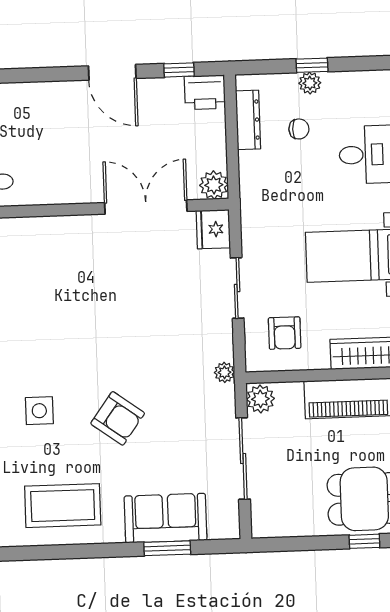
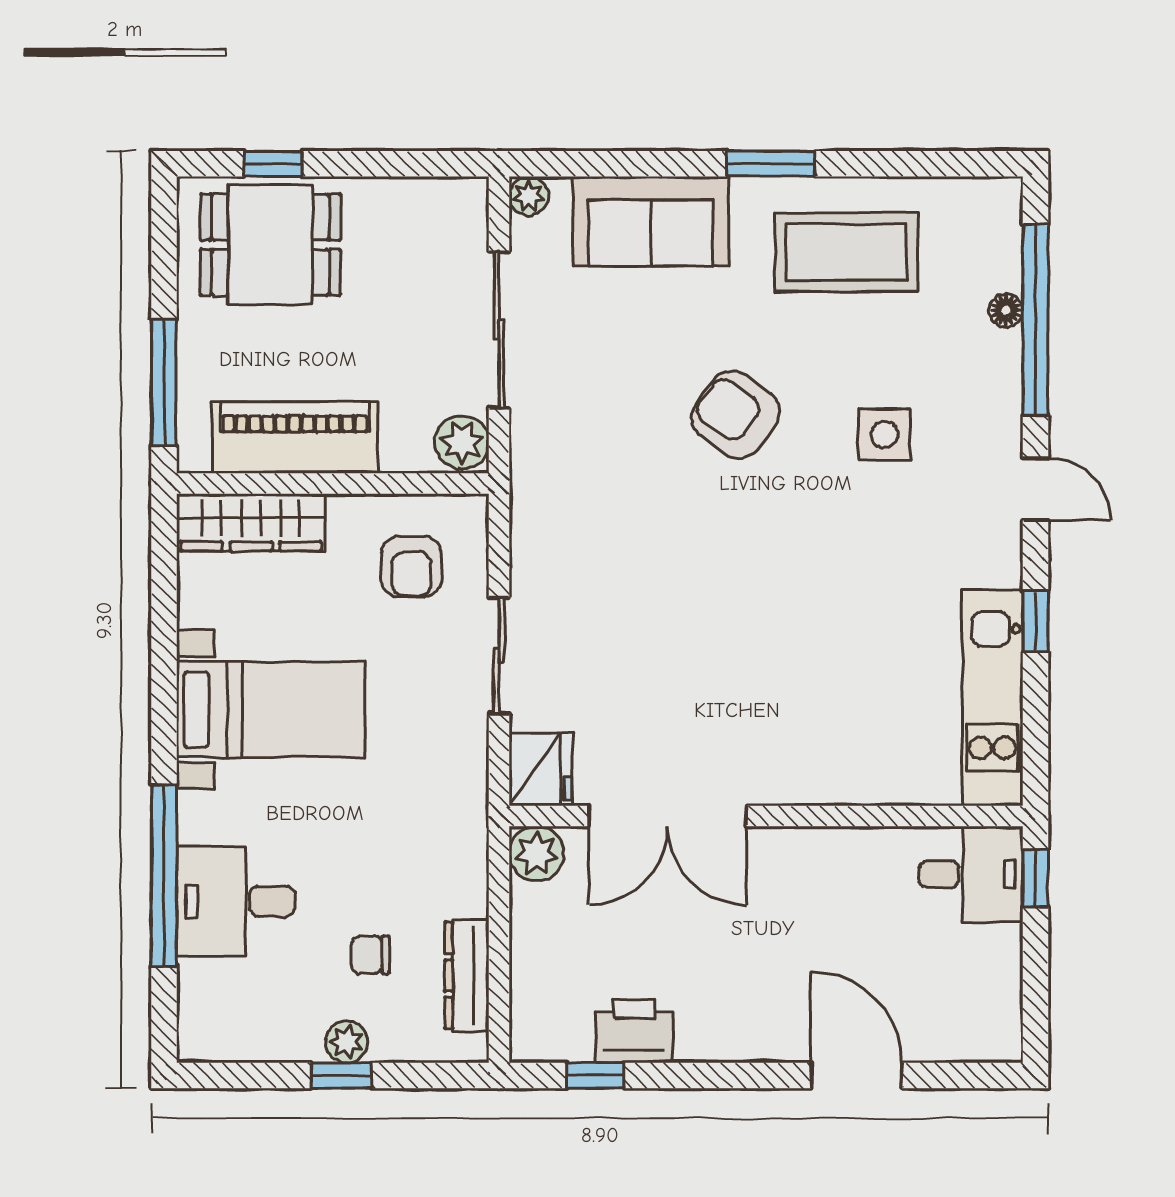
door: (112, 72) -> (856, 1075), moved
printer: (205, 92) -> (634, 1031), moved
armchair: (285, 333) -> (411, 566), turned 180
plant: (224, 372) -> (529, 196), moved
window: (167, 548) -> (771, 164), moved

